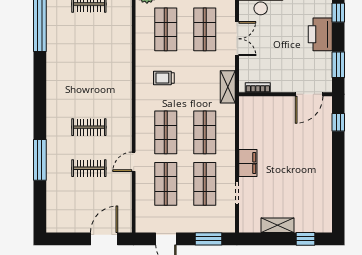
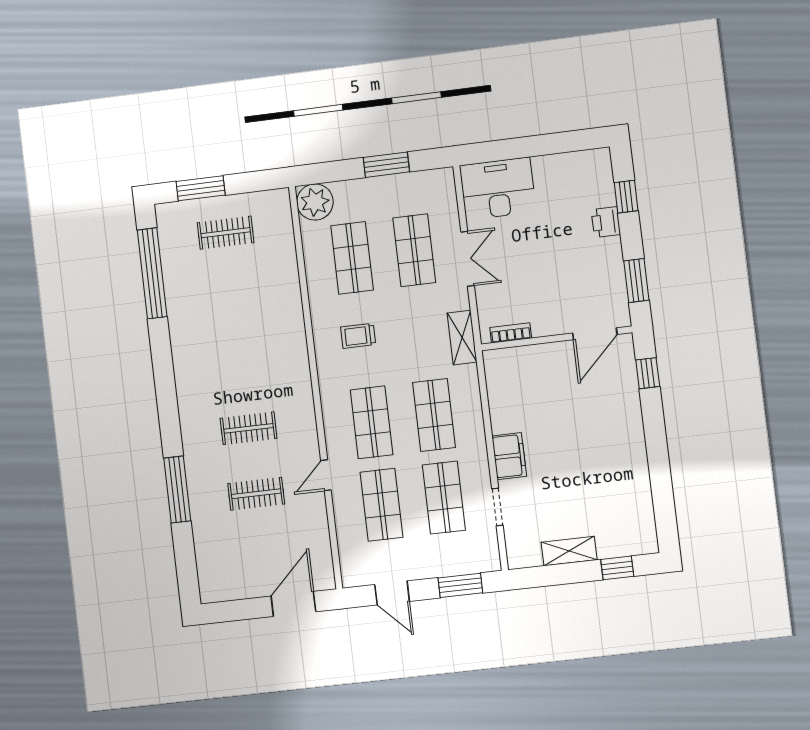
printer: (320, 34) -> (606, 222), width x0.53, depth x0.68

